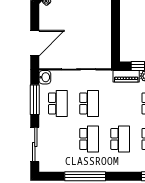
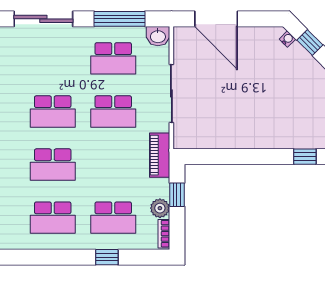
piano: (126, 76) -> (160, 155), moved

